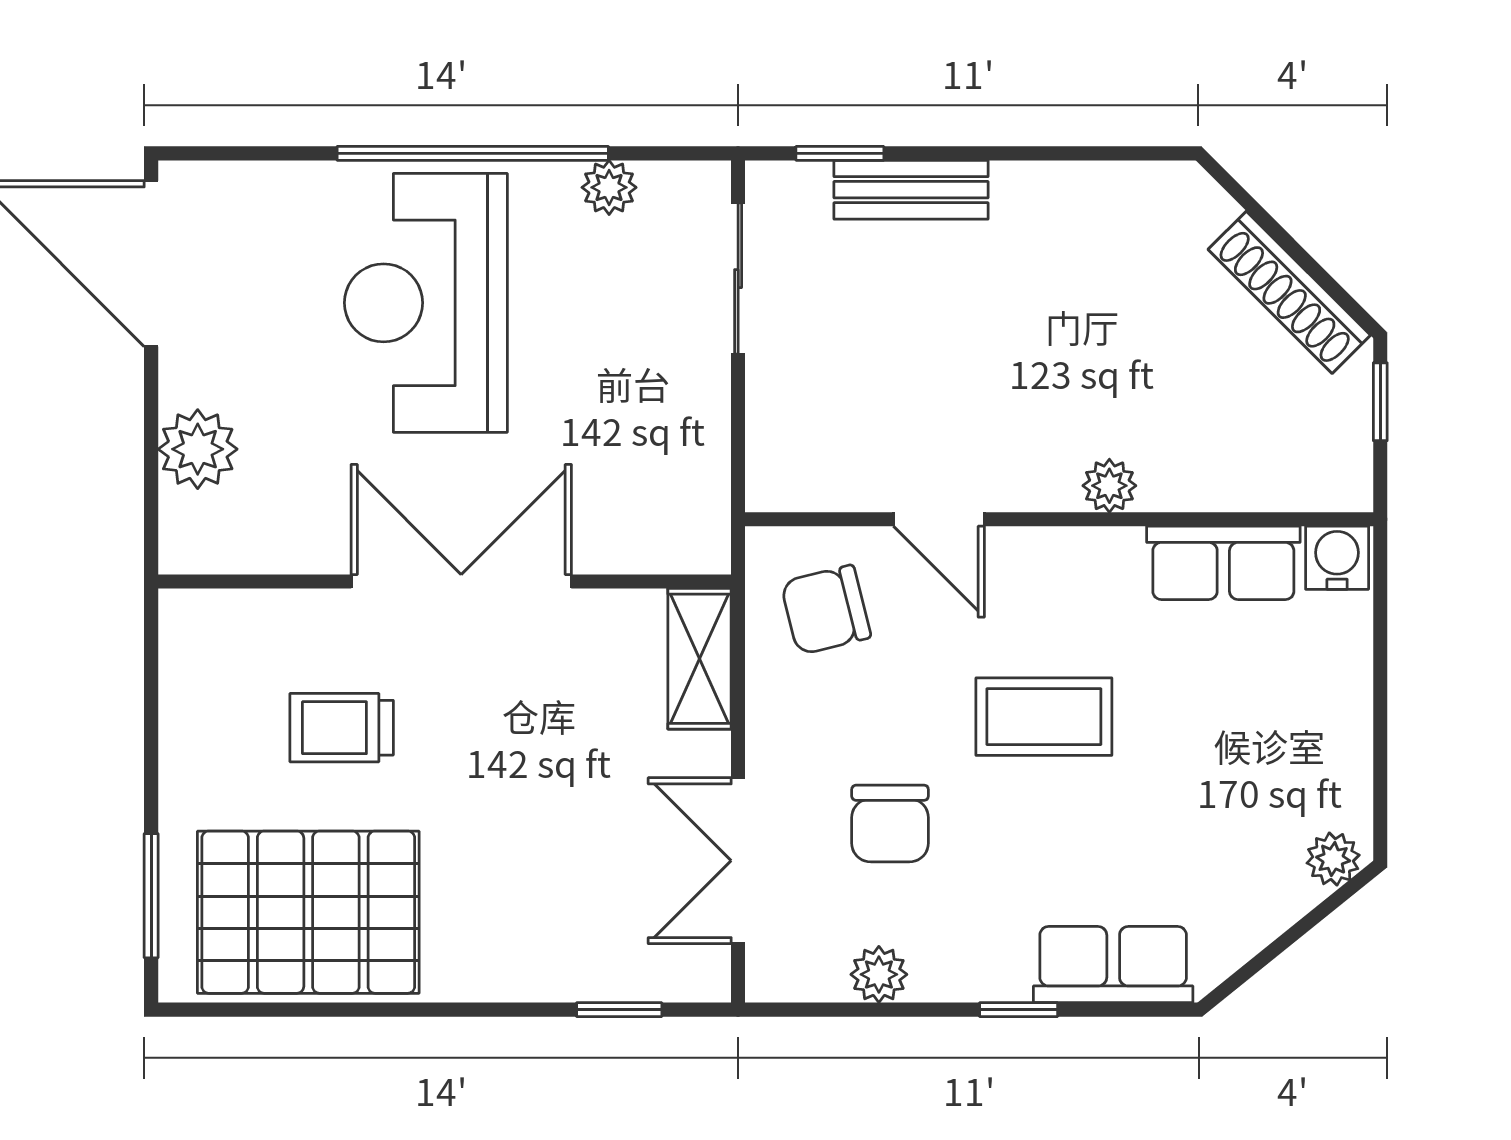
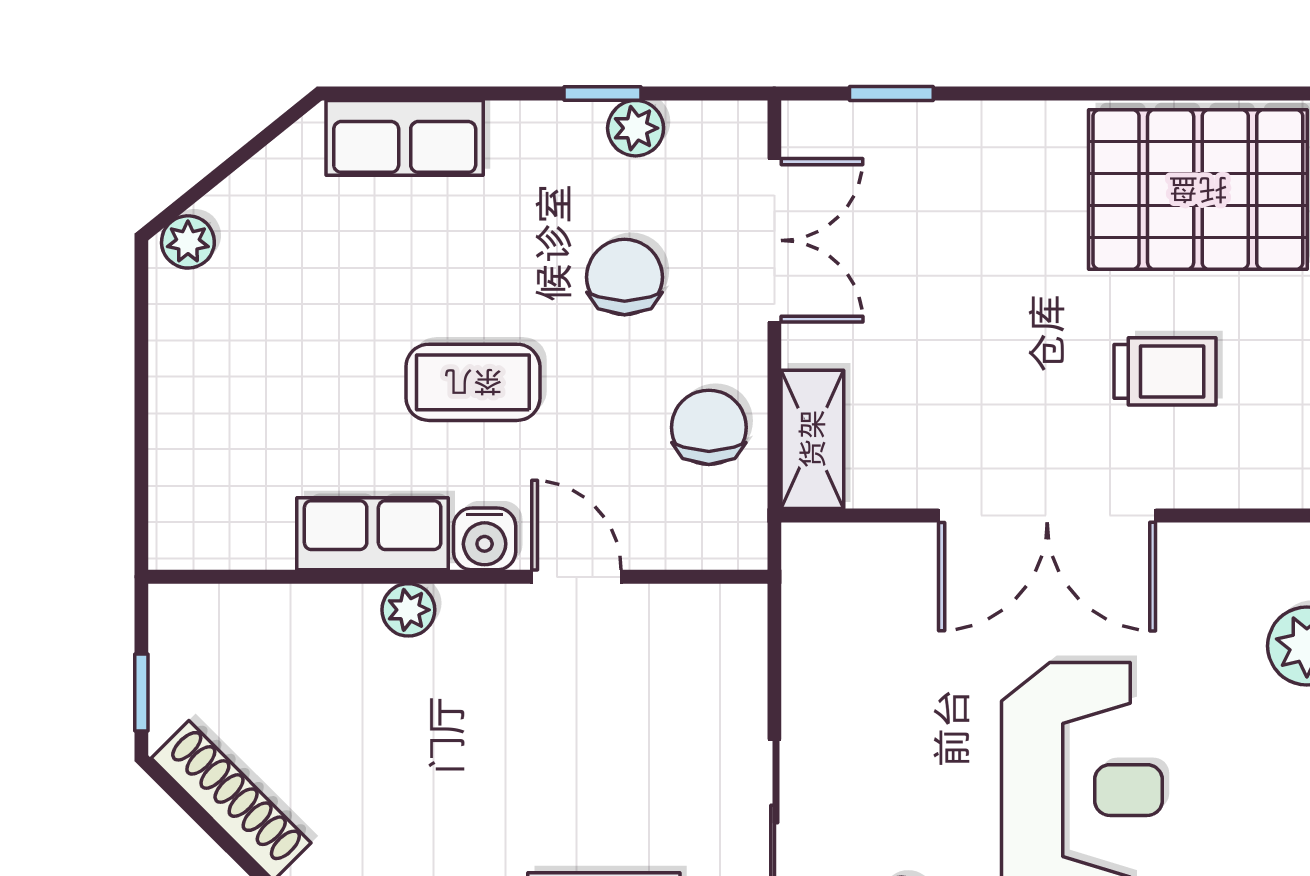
water cooler: (1337, 558) -> (485, 539), moved
row of seats: (1223, 563) -> (373, 534), moved
chair: (826, 610) -> (709, 427), moved, turned -76
window: (1019, 1010) -> (602, 94), moved

